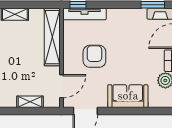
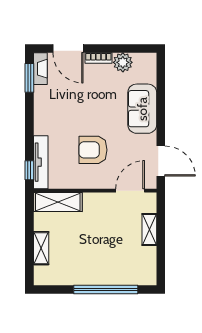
shelving: (52, 37) -> (58, 202), width x0.68
door: (62, 86) -> (130, 191), hinge flipped

